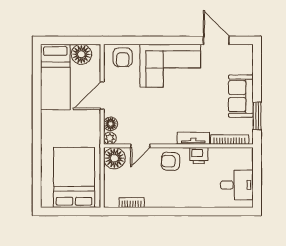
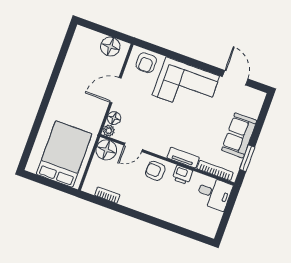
bed: (55, 77) -> (80, 58), removed
desk: (237, 185) -> (214, 193), moved

